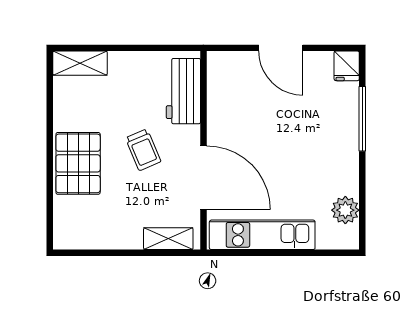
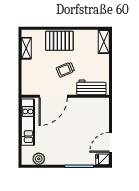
door: (281, 48) -> (110, 142), moved
shelving: (168, 239) -> (26, 48), moved

